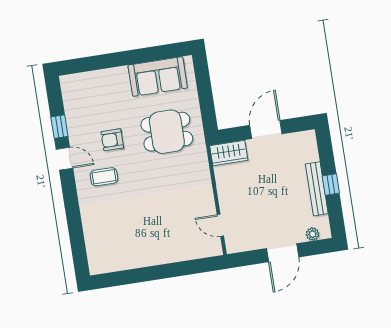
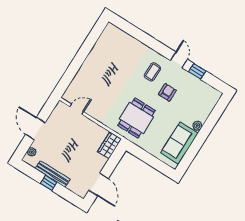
plant: (120, 73) -> (197, 126), added
door: (266, 130) -> (99, 184), moved
dining table: (167, 132) -> (136, 118), moved
door: (64, 159) -> (179, 60), swing flipped

